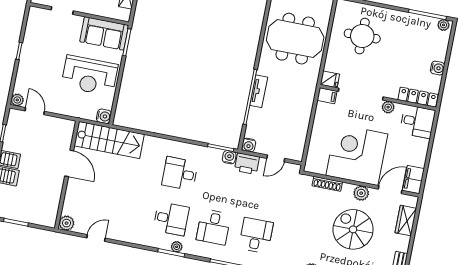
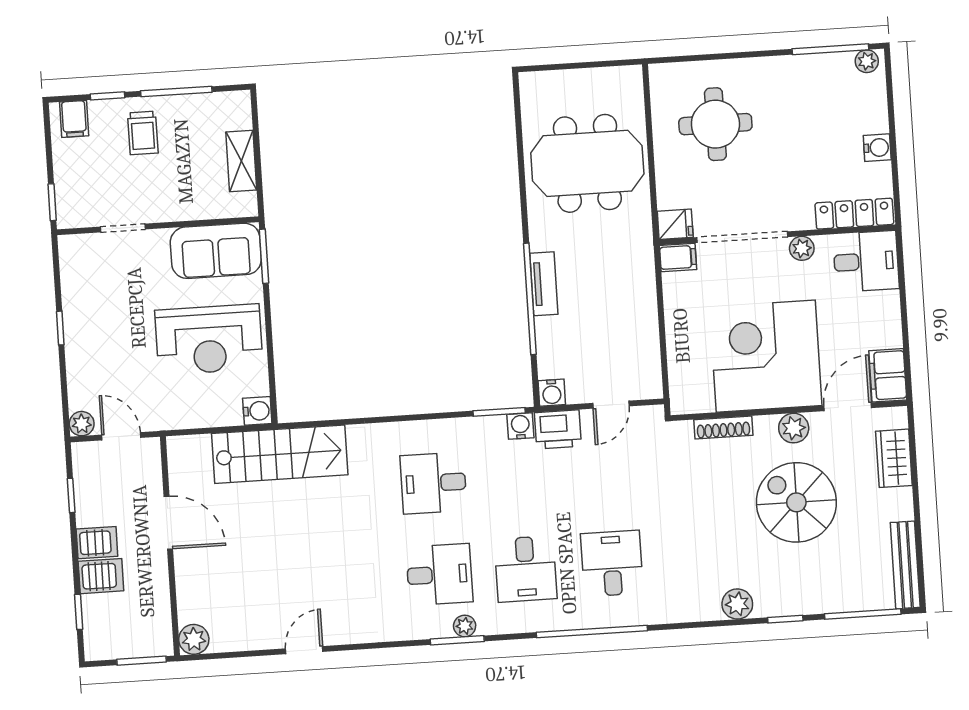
door: (69, 163) -> (168, 523), moved
wall: (67, 175) -> (170, 546), moved
plant: (67, 223) -> (194, 639), moved

